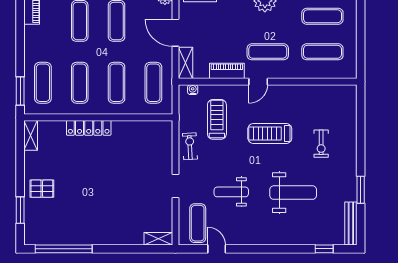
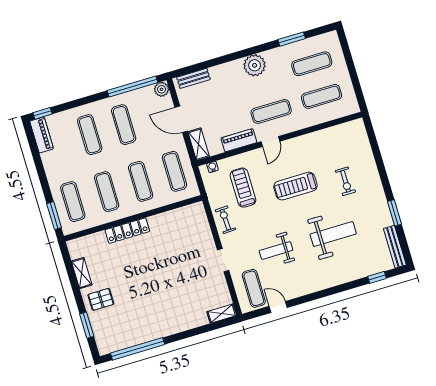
shelving: (31, 135) -> (82, 273), moved

